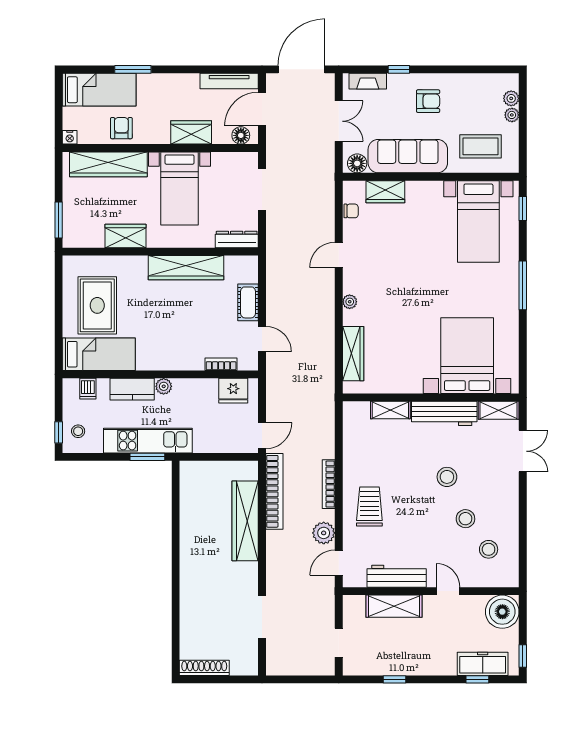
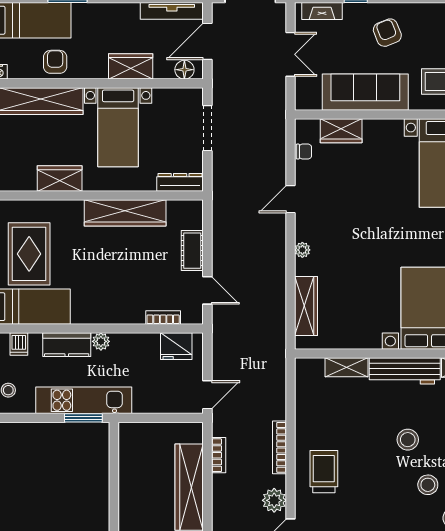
armchair: (428, 101) -> (387, 33), turned -112
floor lamp: (357, 163) -> (310, 100), removed
bookcase: (274, 491) -> (219, 455), width x0.43, depth x0.76

